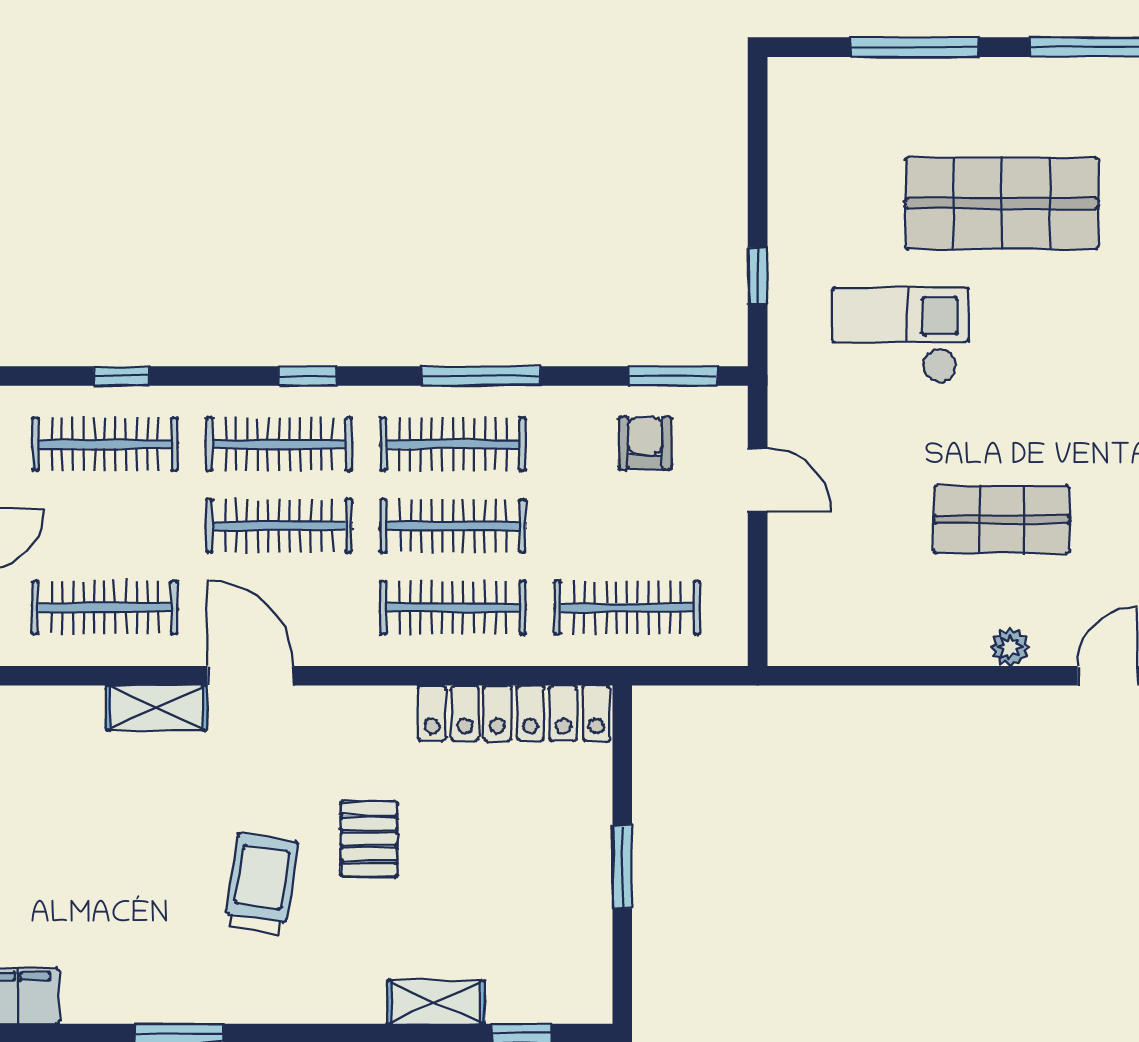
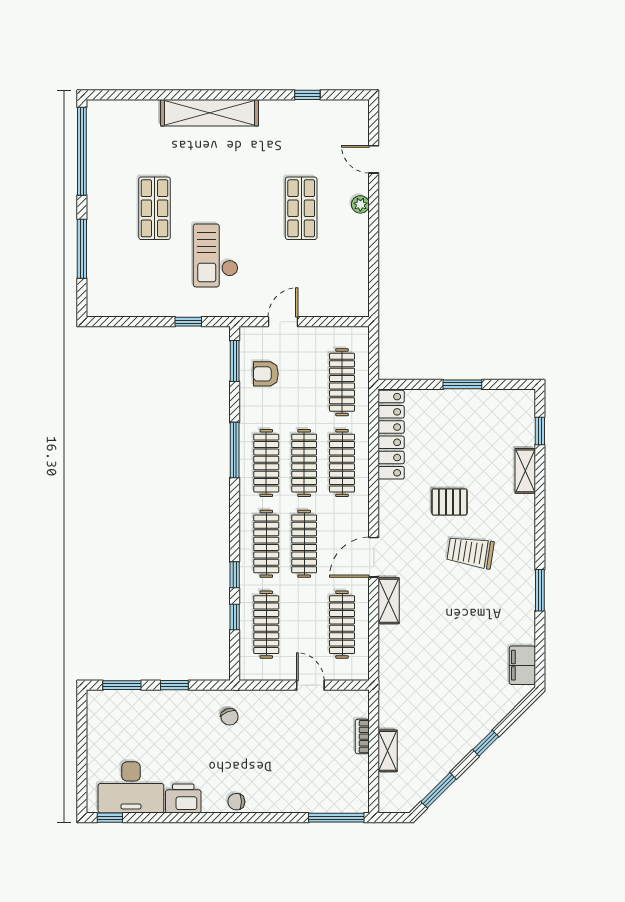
shop shelf: (1002, 203) -> (154, 208), width x0.70, depth x0.74
window: (308, 376) -> (235, 575), moved

